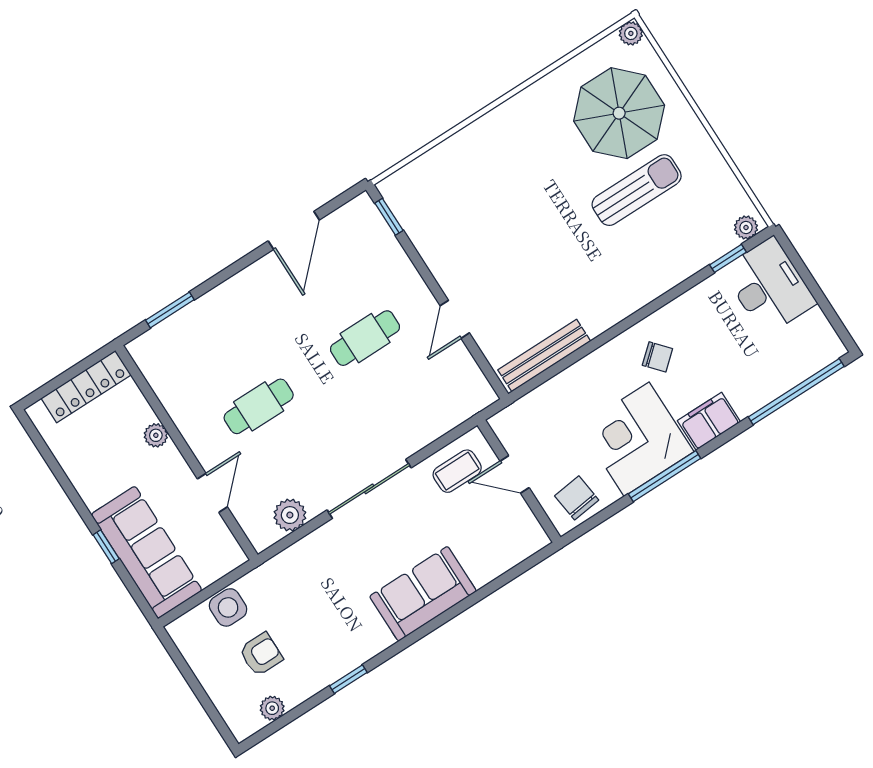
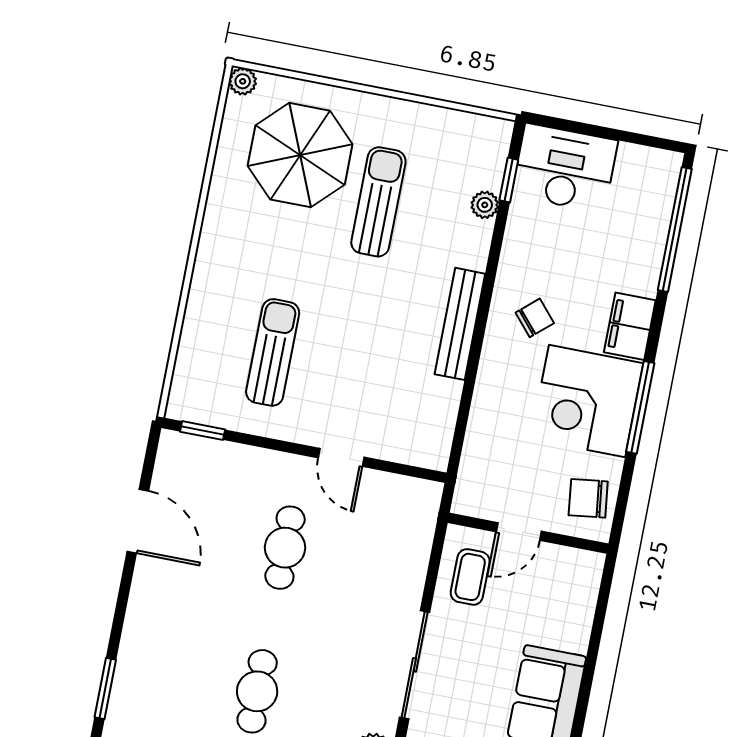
sun lounger: (479, 214) -> (273, 352), added
plant: (746, 228) -> (485, 205), moved
bench: (544, 355) -> (460, 324), moved

